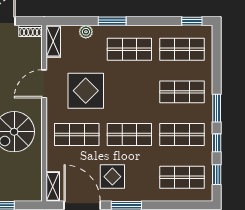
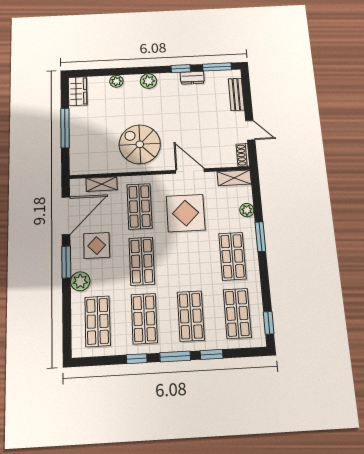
window: (217, 175) -> (212, 354), moved
shelving: (53, 186) -> (102, 184), moved
plant: (145, 192) -> (80, 281), added

